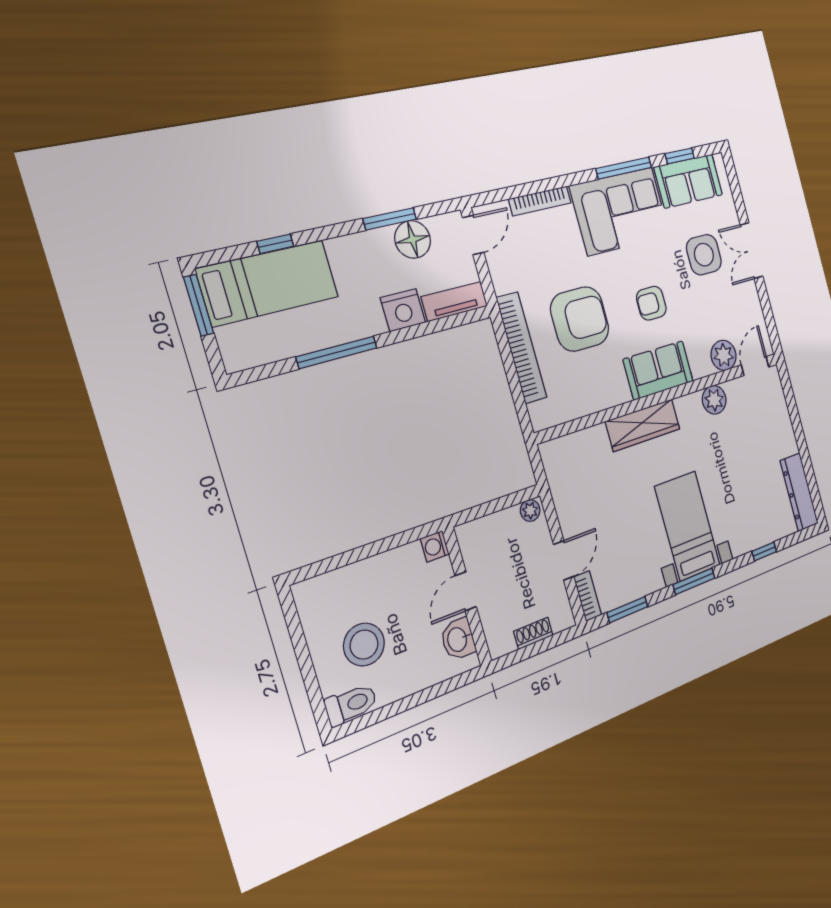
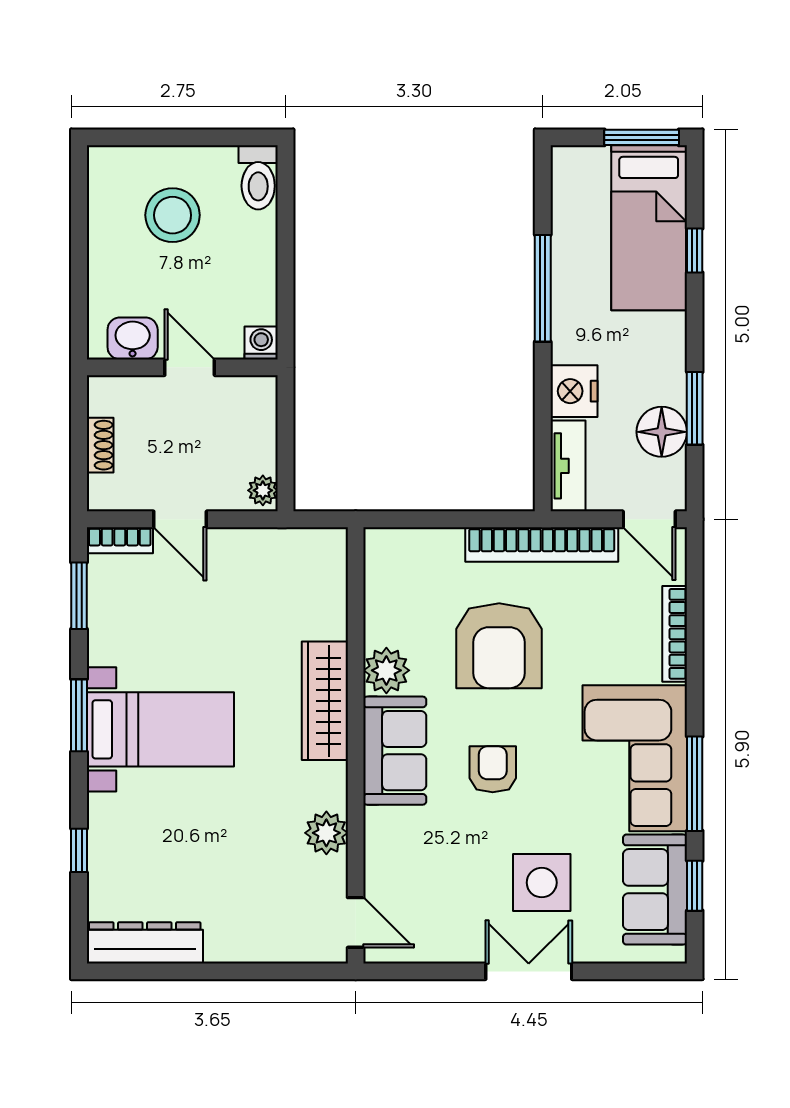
bookcase: (521, 348) -> (542, 544), moved
plant: (724, 355) -> (386, 670), moved
toilet: (351, 704) -> (258, 177), moved

